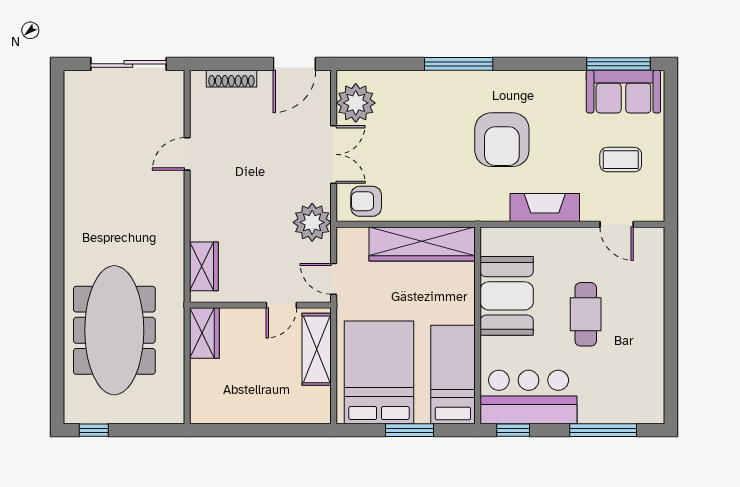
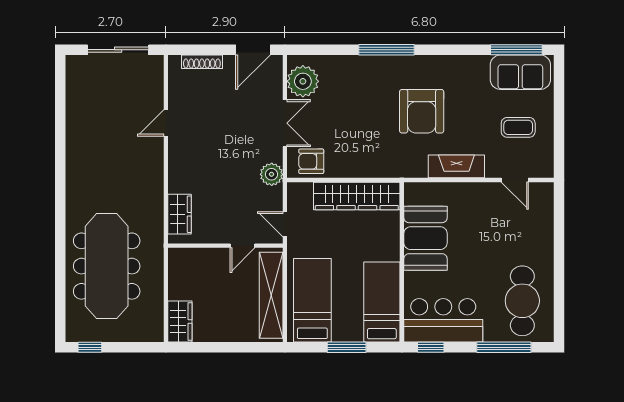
plant: (312, 222) -> (272, 174), width x0.73, depth x0.73
cafe table: (586, 314) -> (522, 301), moved, width x1.37, depth x1.35
wardrobe: (204, 333) -> (180, 321), moved
shelving: (317, 349) -> (271, 295), width x1.47
bed: (379, 372) -> (312, 300), width x0.67

